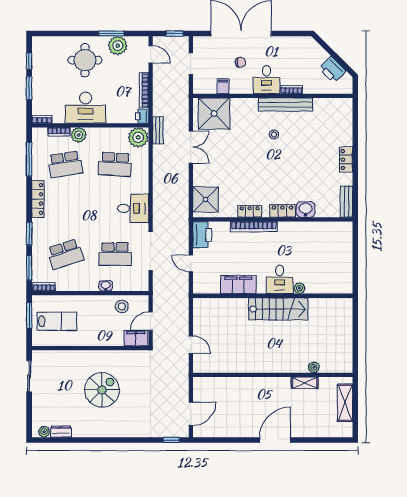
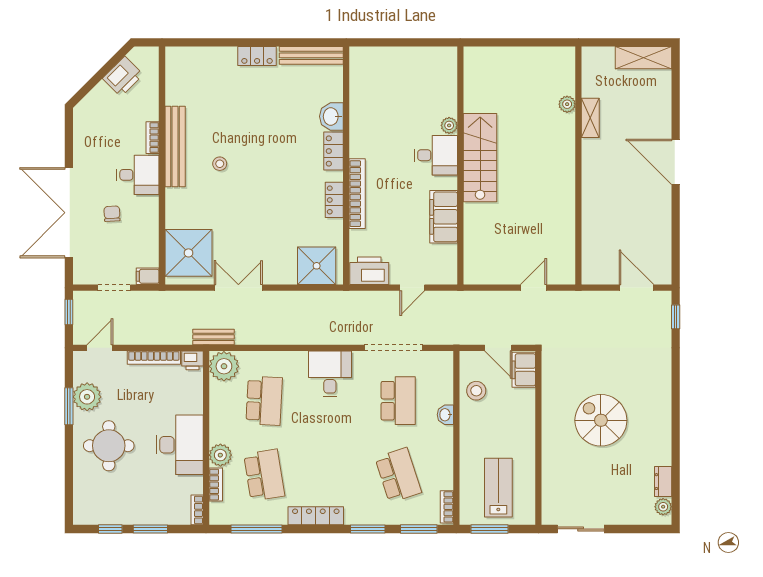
filing cabinet: (223, 86) -> (148, 276), moved
bench: (347, 202) -> (311, 55), width x1.36
shelving: (345, 403) -> (643, 58), moved

